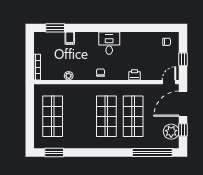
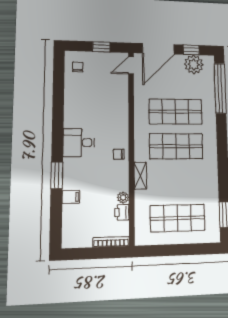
window: (55, 28) -> (57, 175), moved
printer: (134, 75) -> (122, 212), moved
door: (169, 82) -> (131, 65), hinge flipped
shelving: (84, 89) -> (140, 176), added
door: (183, 104) -> (158, 49), hinge flipped

